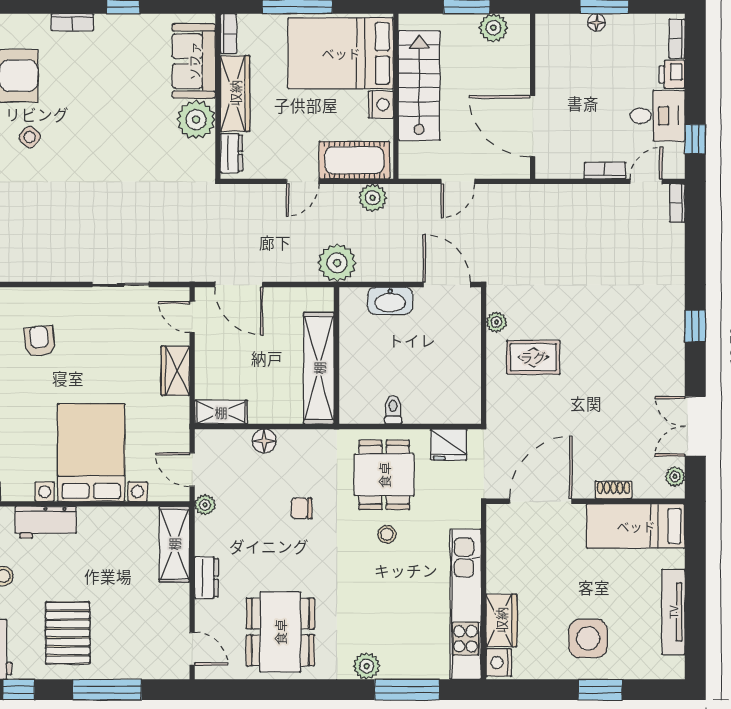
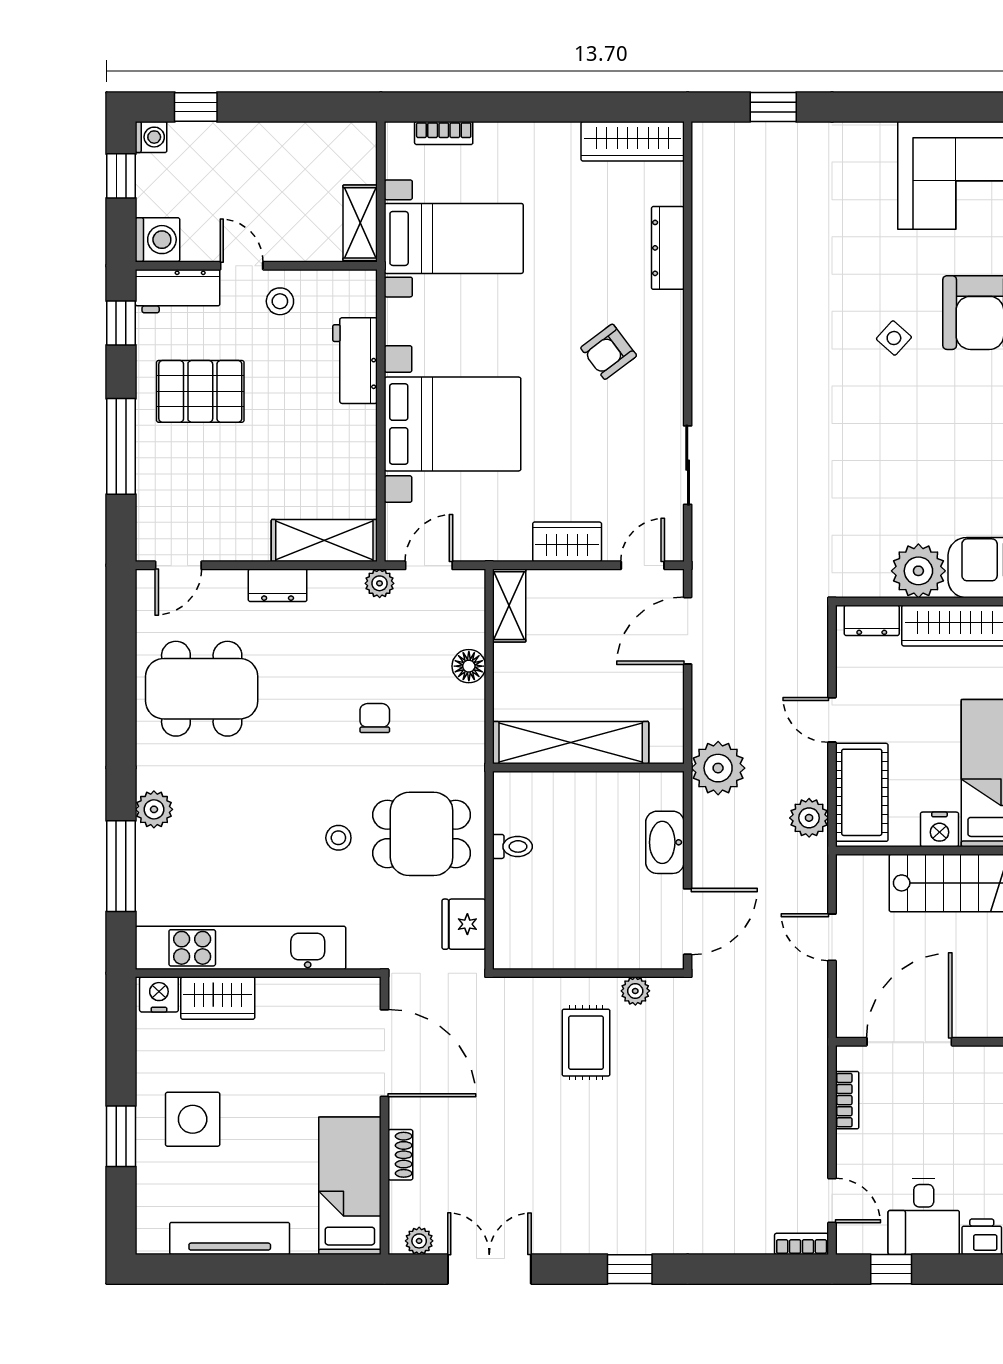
bookcase: (605, 171) -> (847, 1100), moved
armchair: (39, 341) -> (609, 352), turned 149

